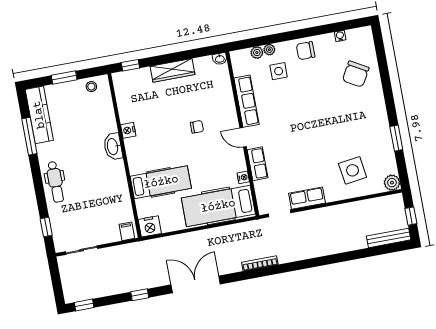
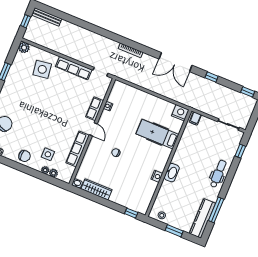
wardrobe: (172, 70) -> (96, 189), moved
row of seats: (307, 198) -> (74, 68), width x1.48
hospital bed: (218, 206) -> (133, 99), removed

